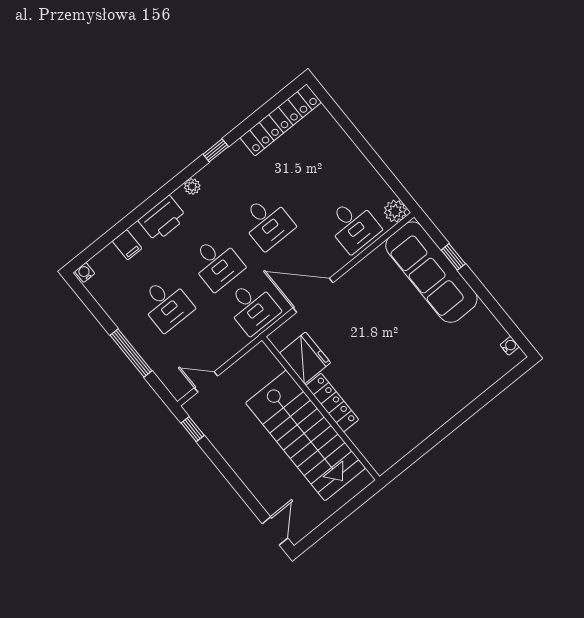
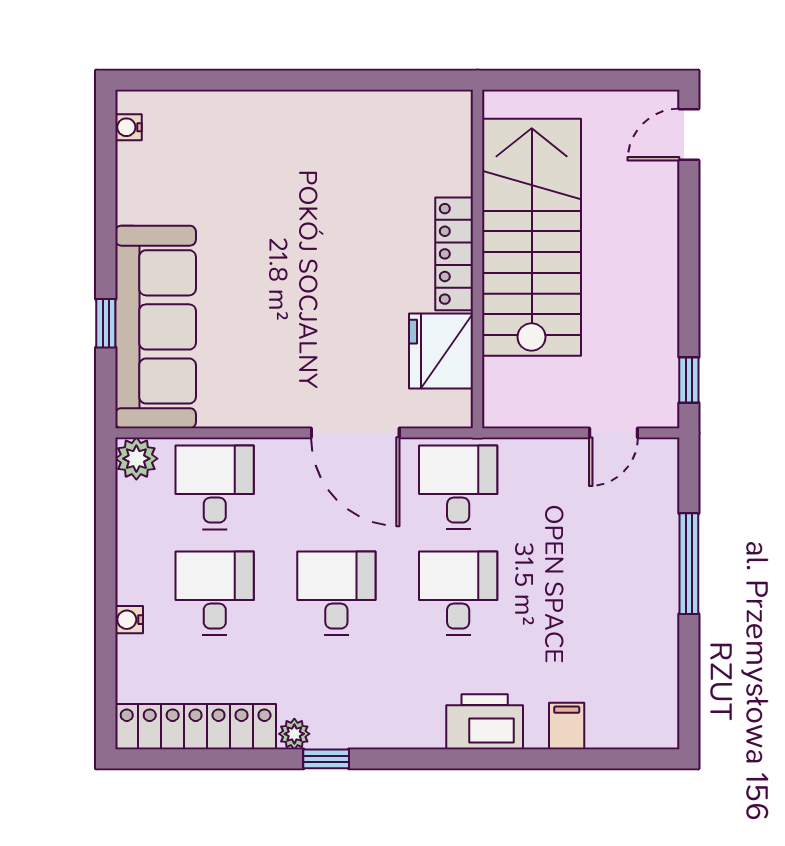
plant: (192, 186) -> (294, 734), moved
water cooler: (85, 272) -> (129, 620), moved, turned 90
desk: (166, 304) -> (215, 593), moved
door: (206, 382) -> (613, 433), hinge flipped

